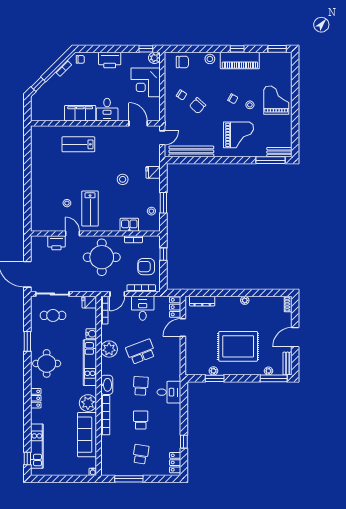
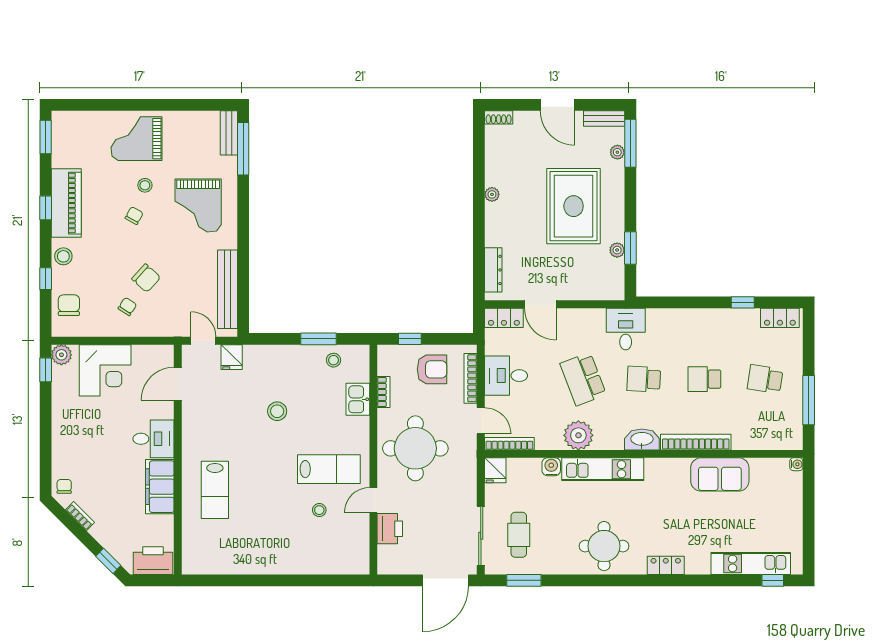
window: (197, 49) -> (46, 279), added
printer: (110, 60) -> (153, 561), moved, turned -90
grand piano: (238, 135) -> (198, 206), turned 180
fridge: (153, 172) -> (232, 357), moved
armchair: (146, 267) -> (432, 369), turned -90
window: (27, 341) -> (524, 580), moved
desk: (169, 392) -> (626, 329), moved
plant: (88, 403) -> (674, 473), removed
sofa: (87, 435) -> (720, 474), width x0.73

